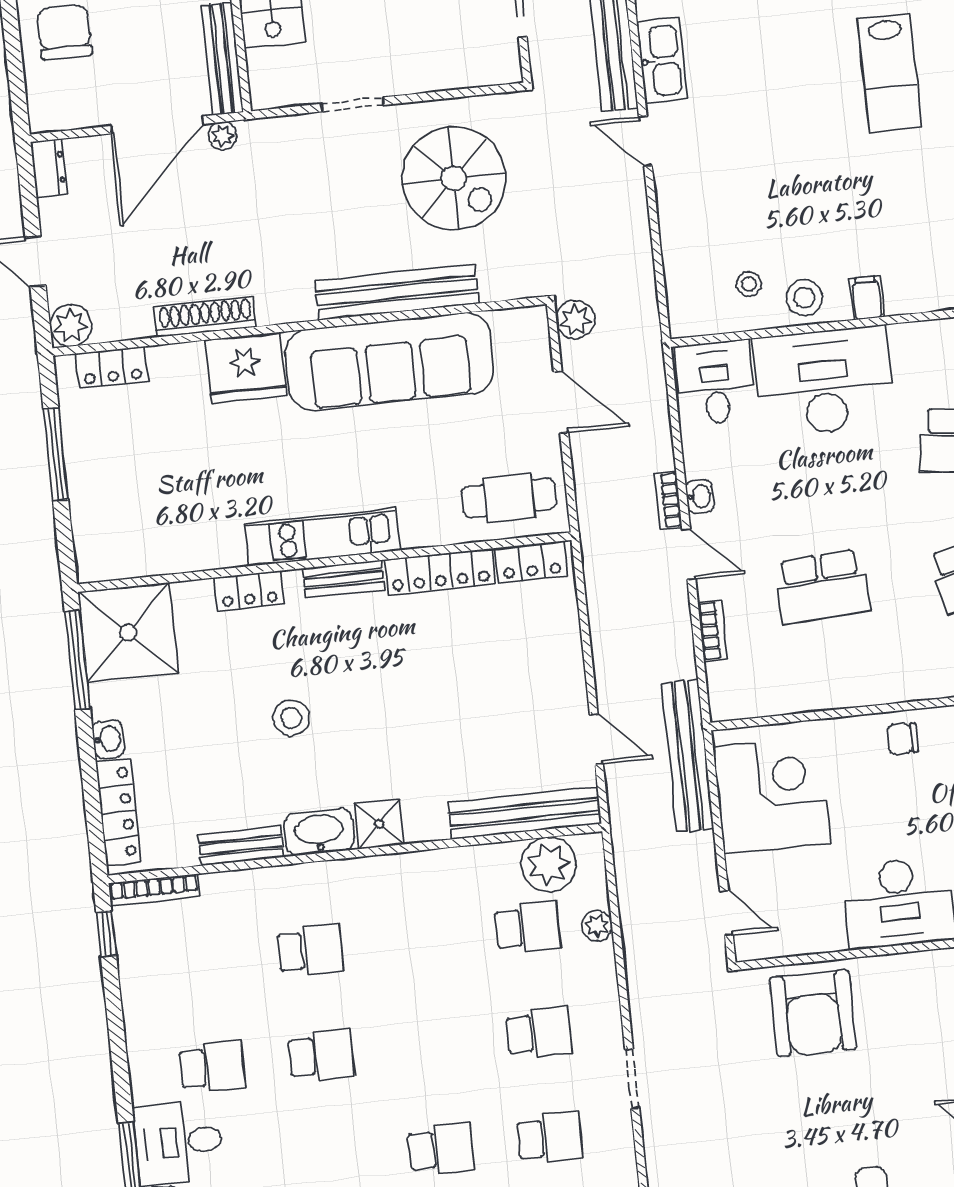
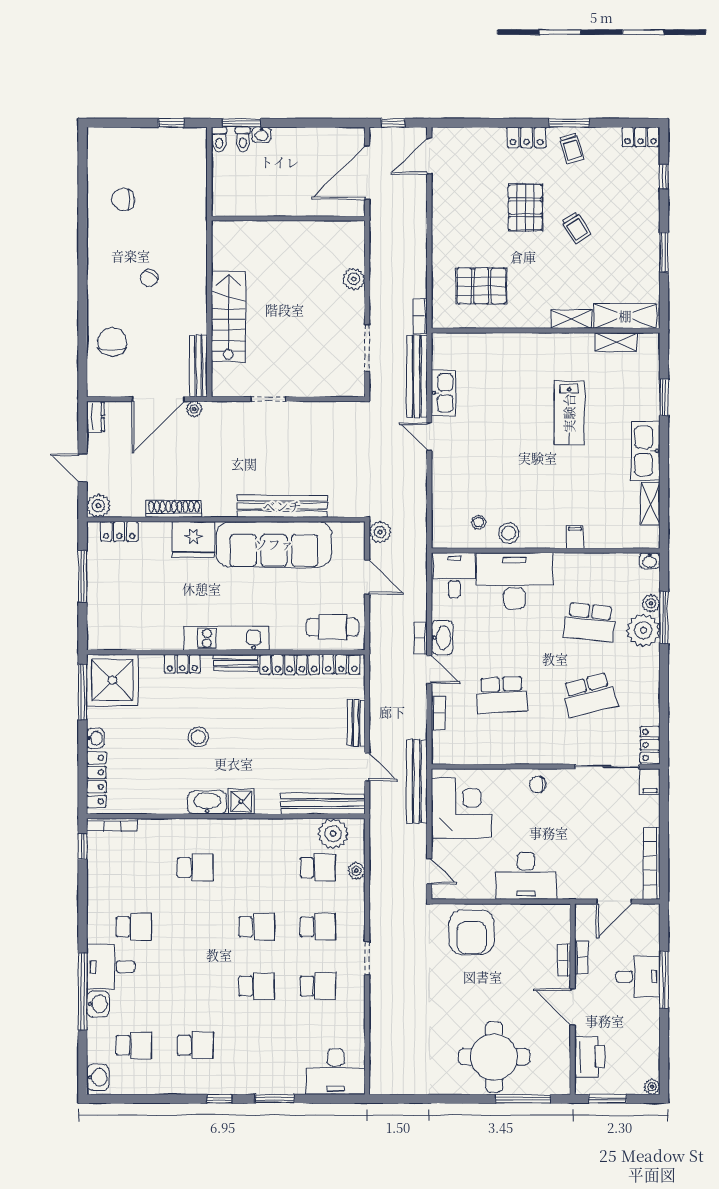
spiral stairs: (454, 178) -> (320, 446), removed
filing cabinet: (867, 298) -> (575, 537), moved
washbasin: (700, 496) -> (442, 638), width x1.91, depth x1.45
bench: (241, 846) -> (356, 723), moved, turned 90
school desk: (321, 1055) -> (257, 927), moved

